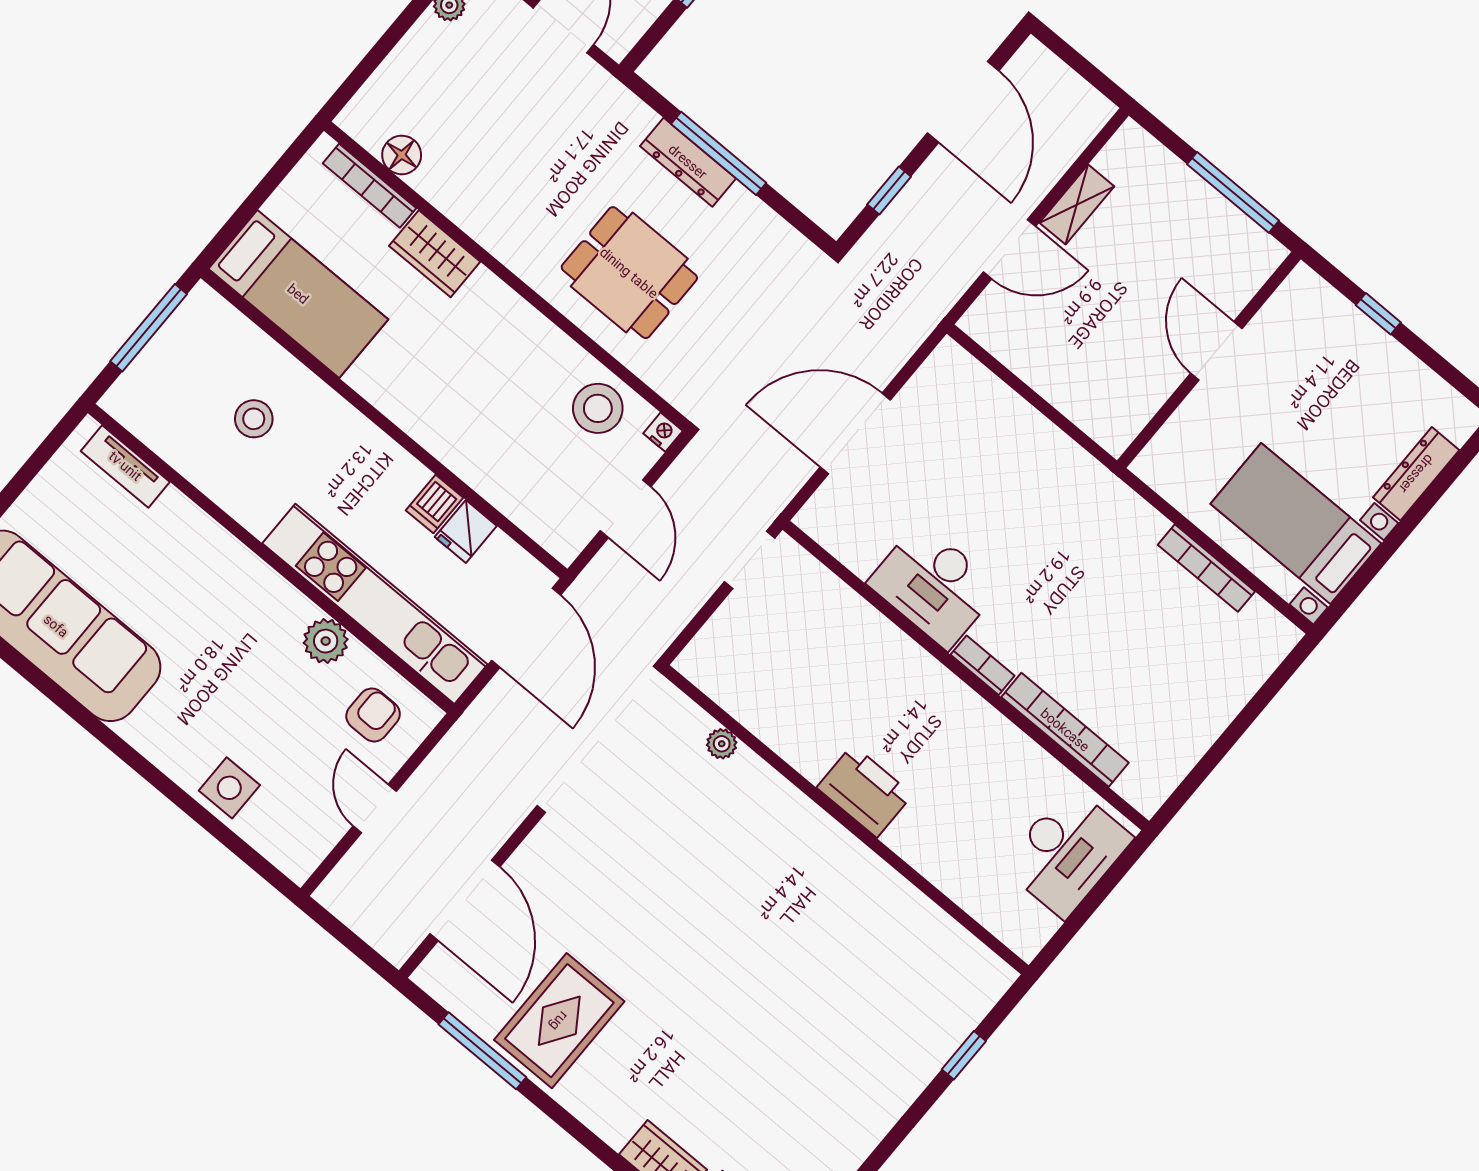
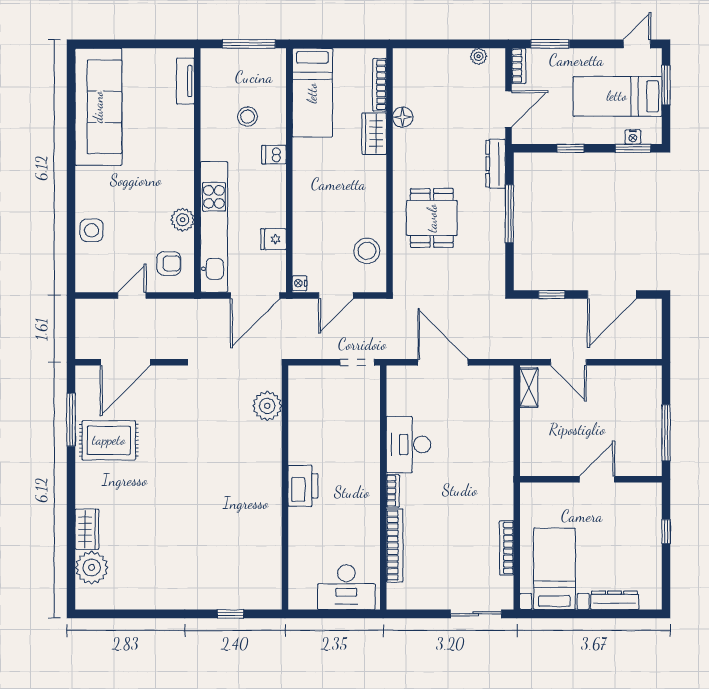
floor lamp: (402, 155) -> (403, 117), moved
dresser: (688, 162) -> (496, 164), moved
shelving: (1077, 205) -> (529, 388), moved, turned 90
nightstand: (663, 432) -> (299, 283), moved, turned 180
dishwasher: (434, 504) -> (274, 155), moved
sliding door: (1265, 695) -> (476, 614), added
plant: (722, 744) -> (267, 406), width x1.88, depth x1.88

